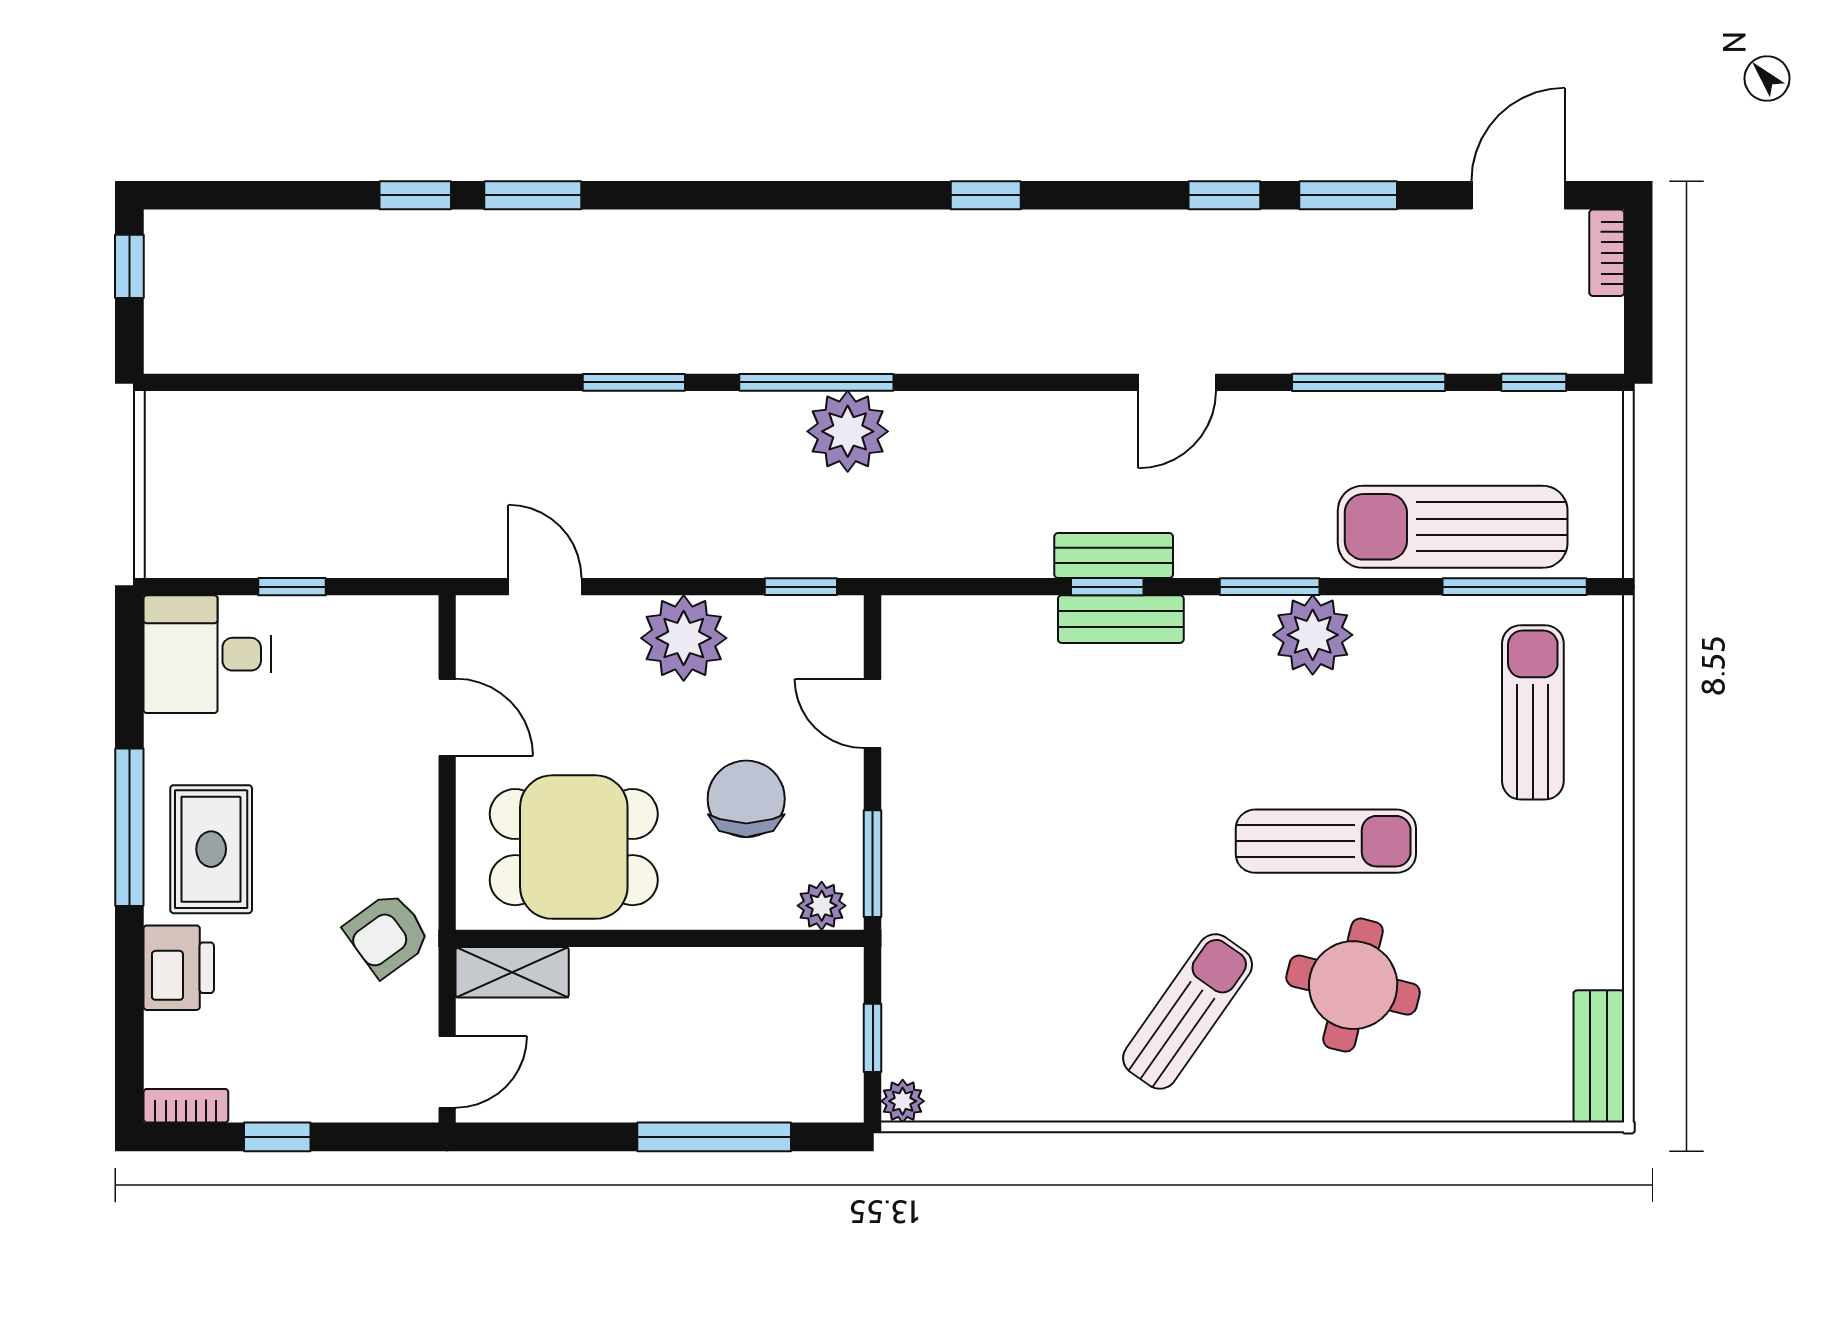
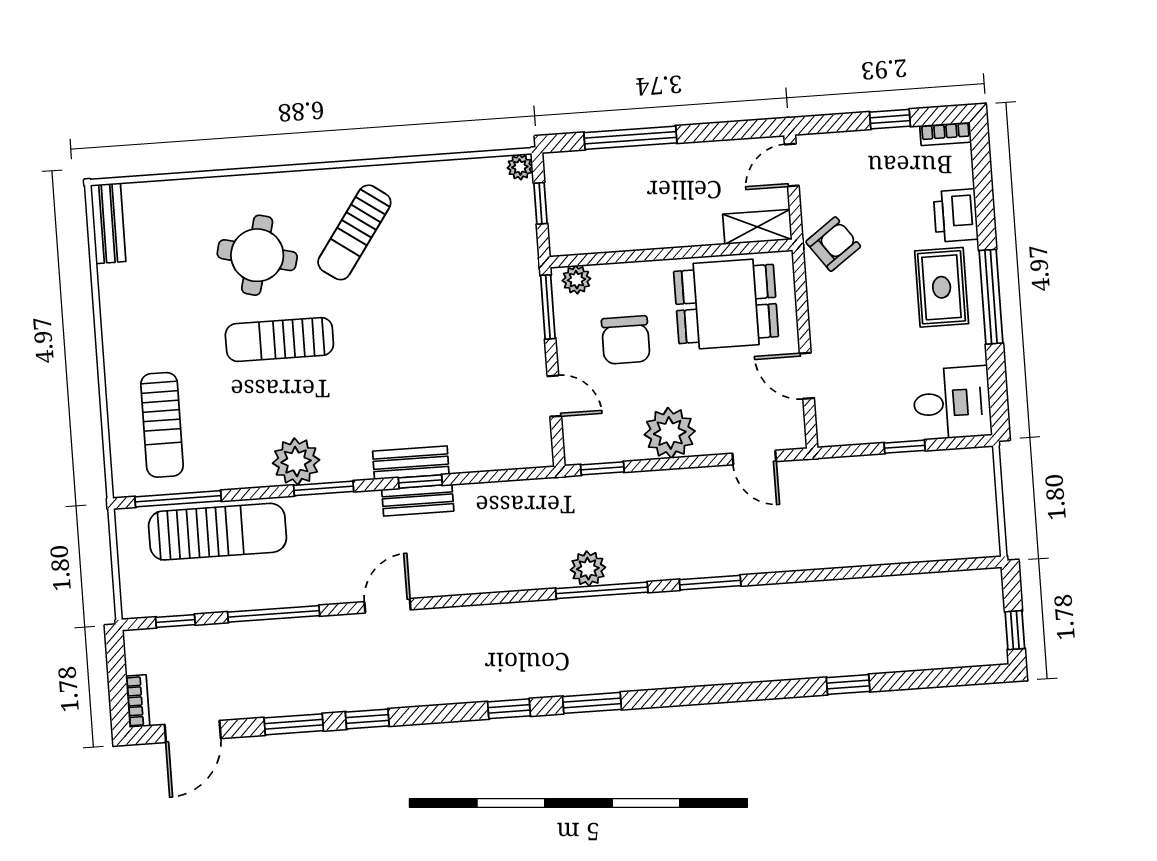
window: (533, 195) -> (592, 703), moved
plant: (848, 431) -> (588, 569), width x0.73, depth x0.73

